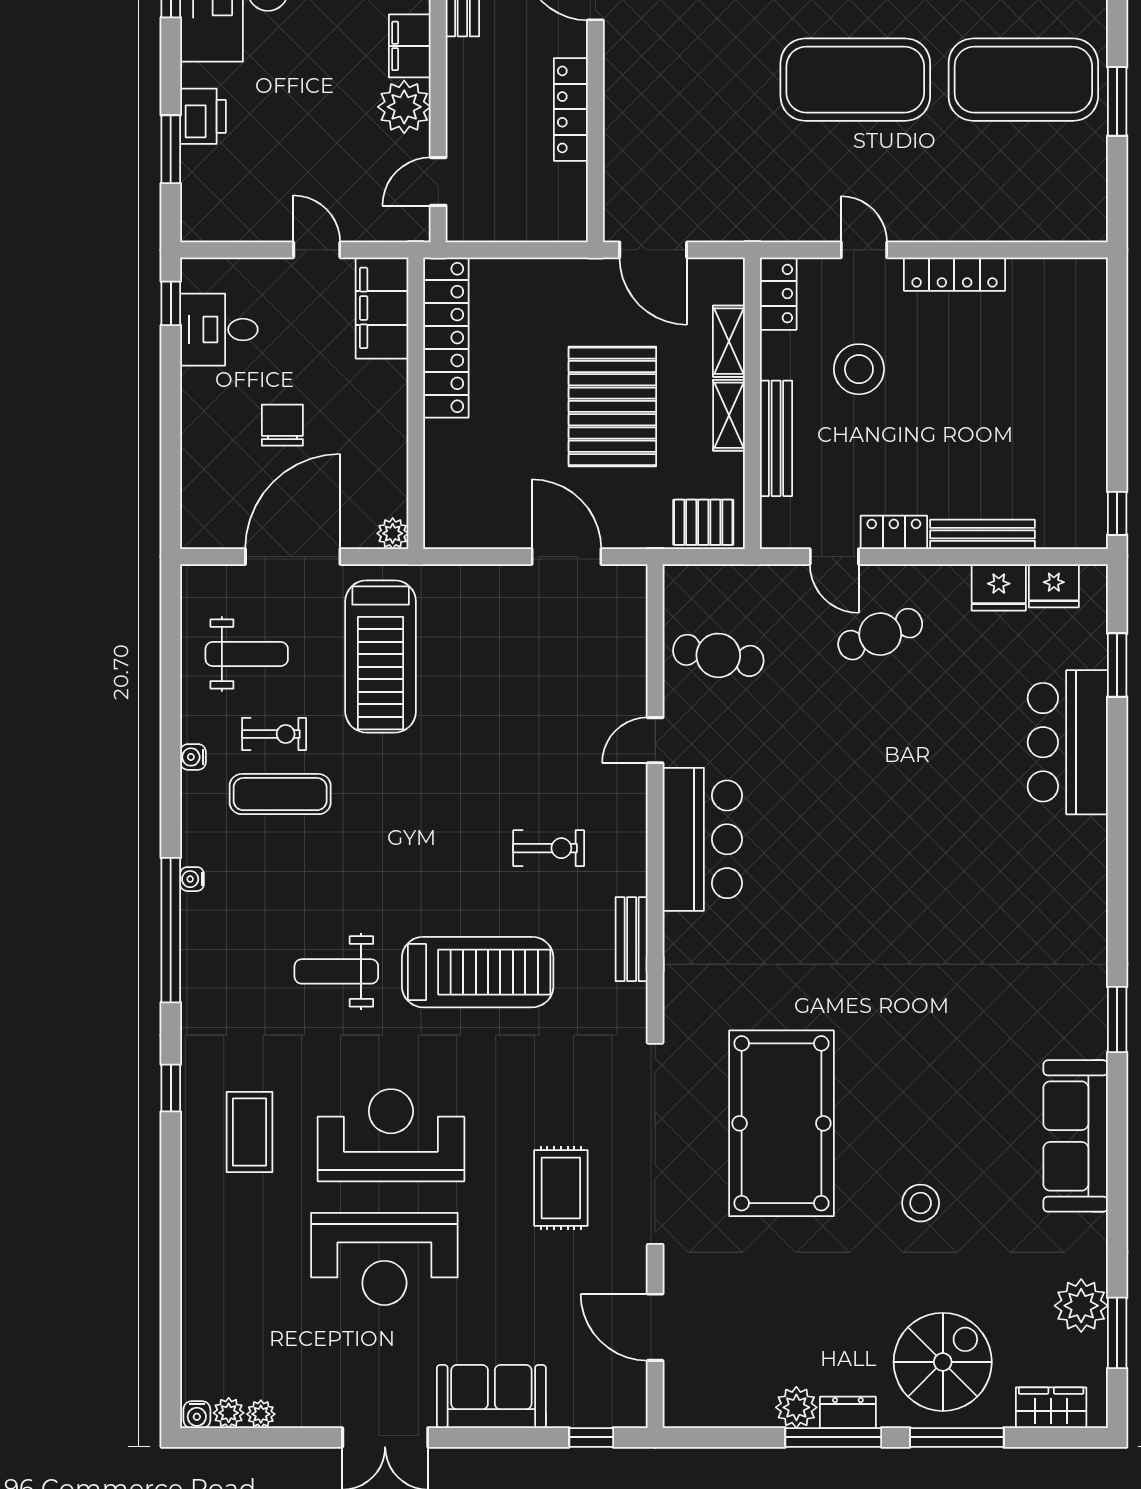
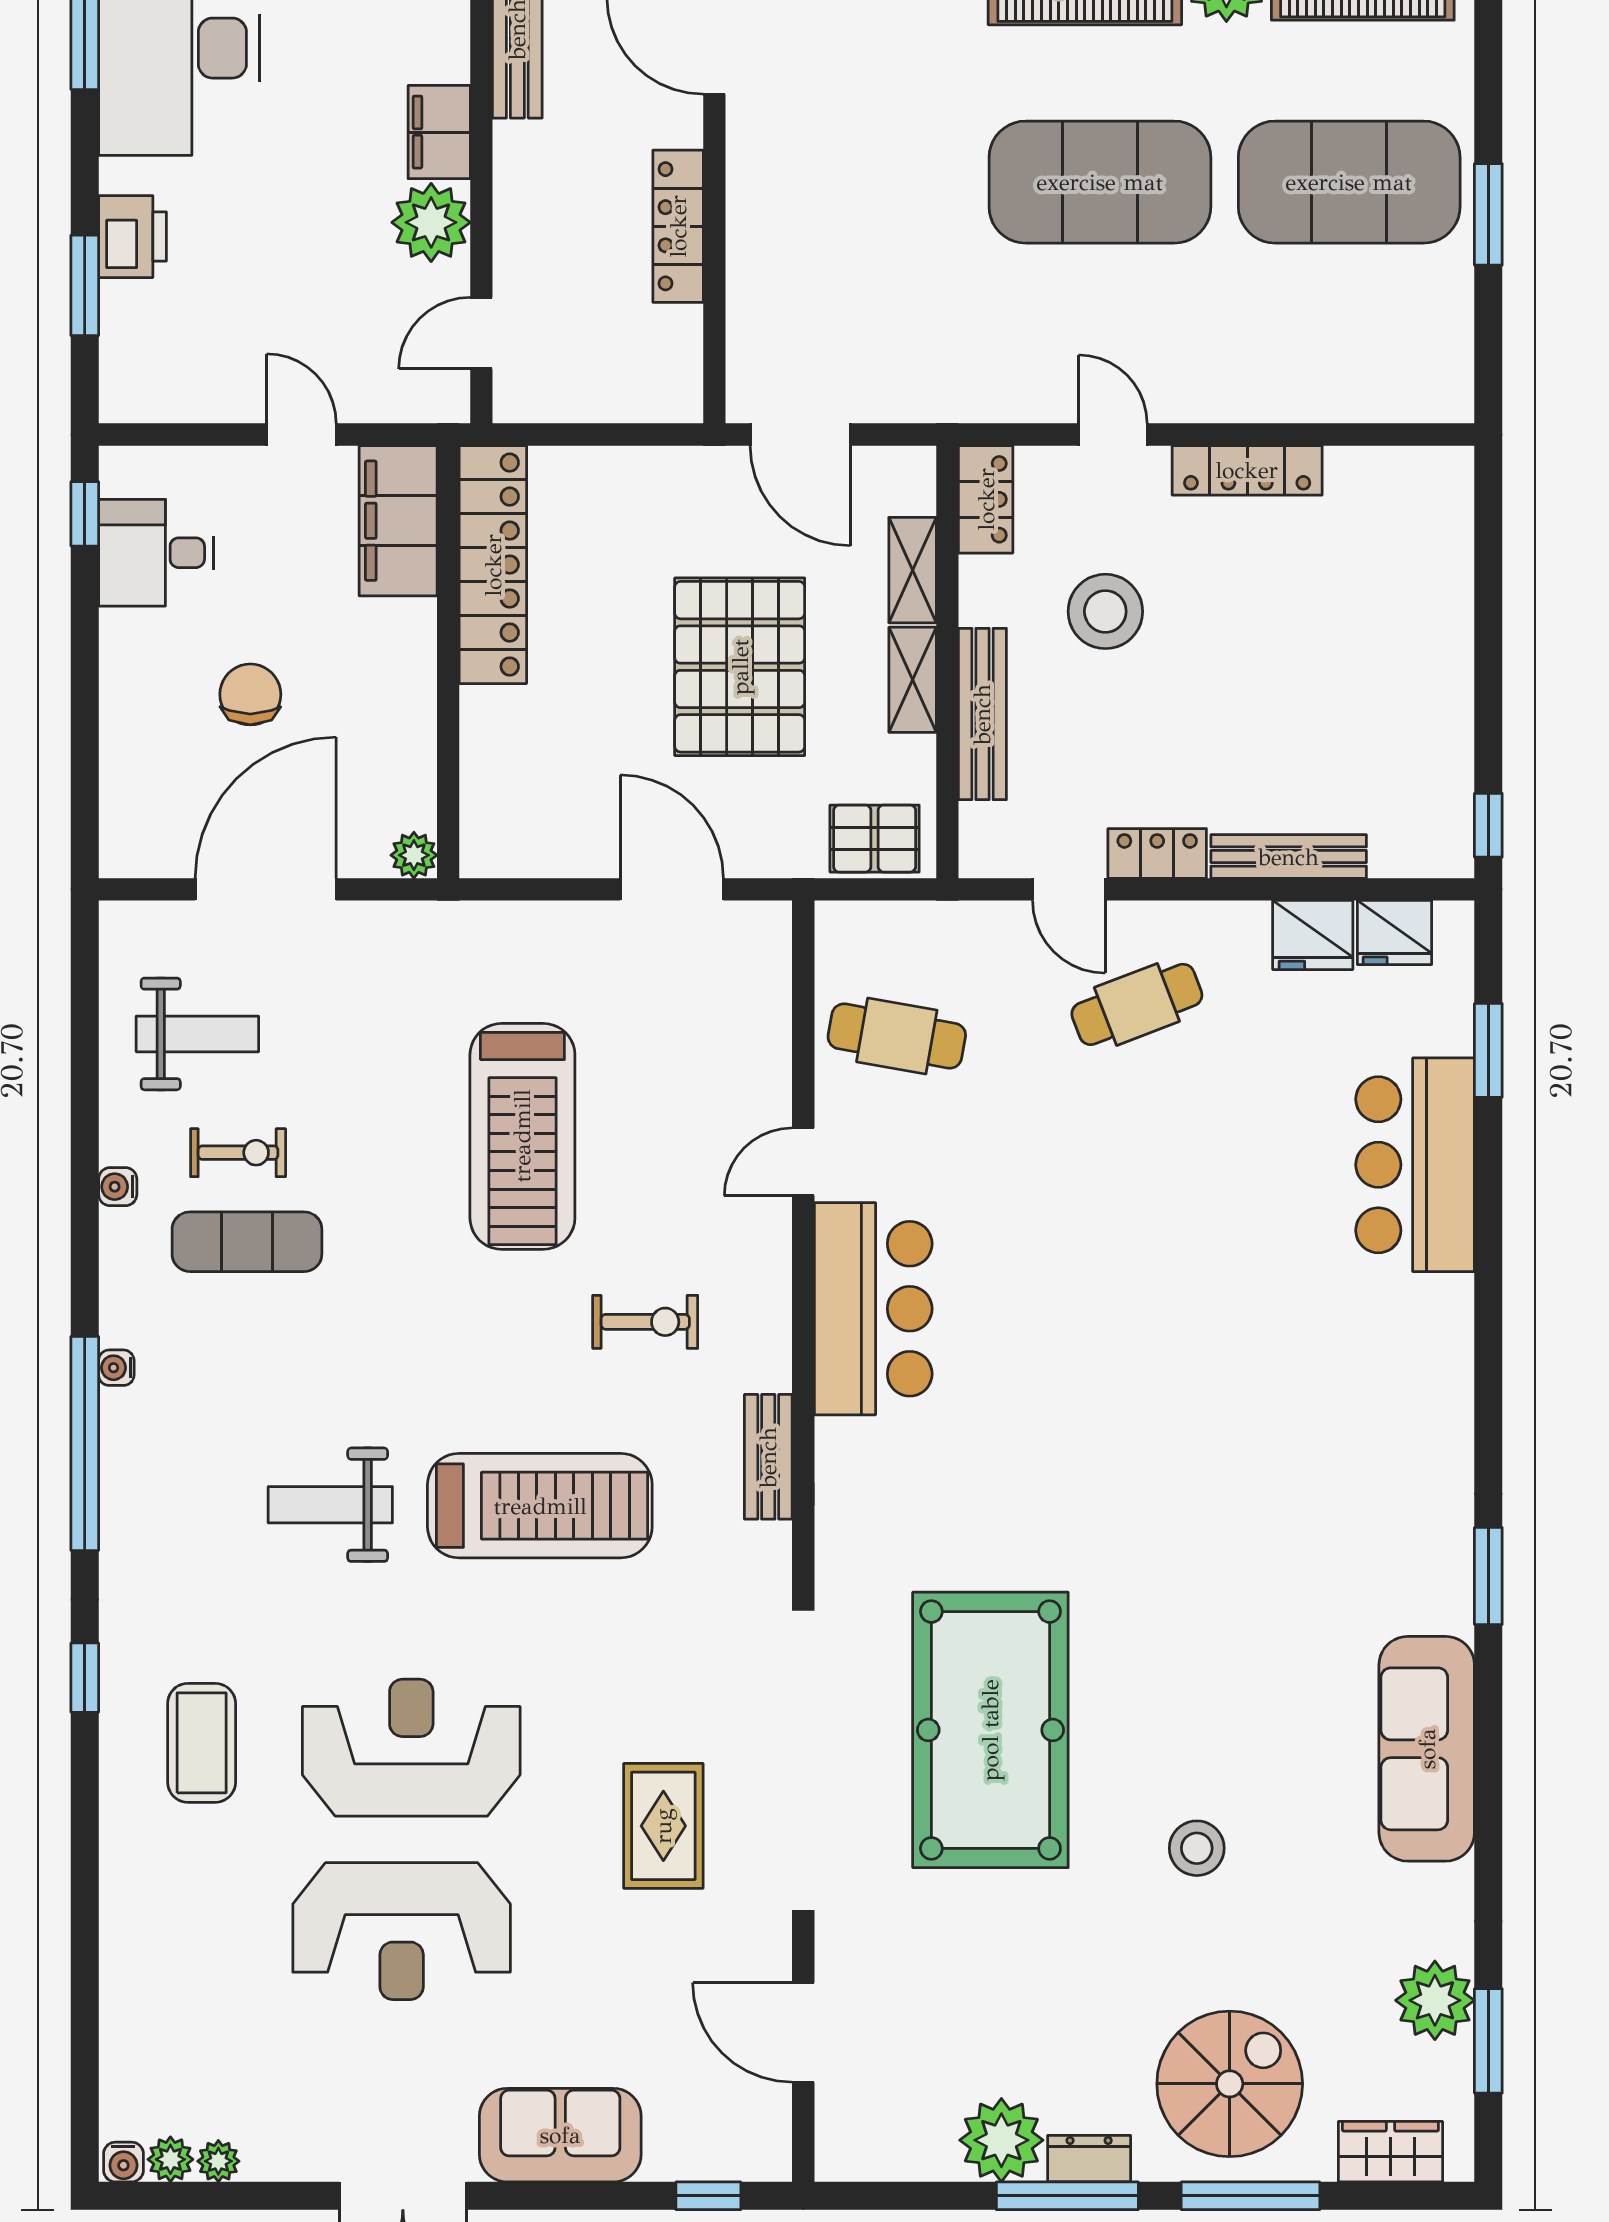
treadmill: (381, 656) -> (522, 1136), moved
plant: (796, 1407) -> (1001, 2140), width x1.36, depth x1.36

